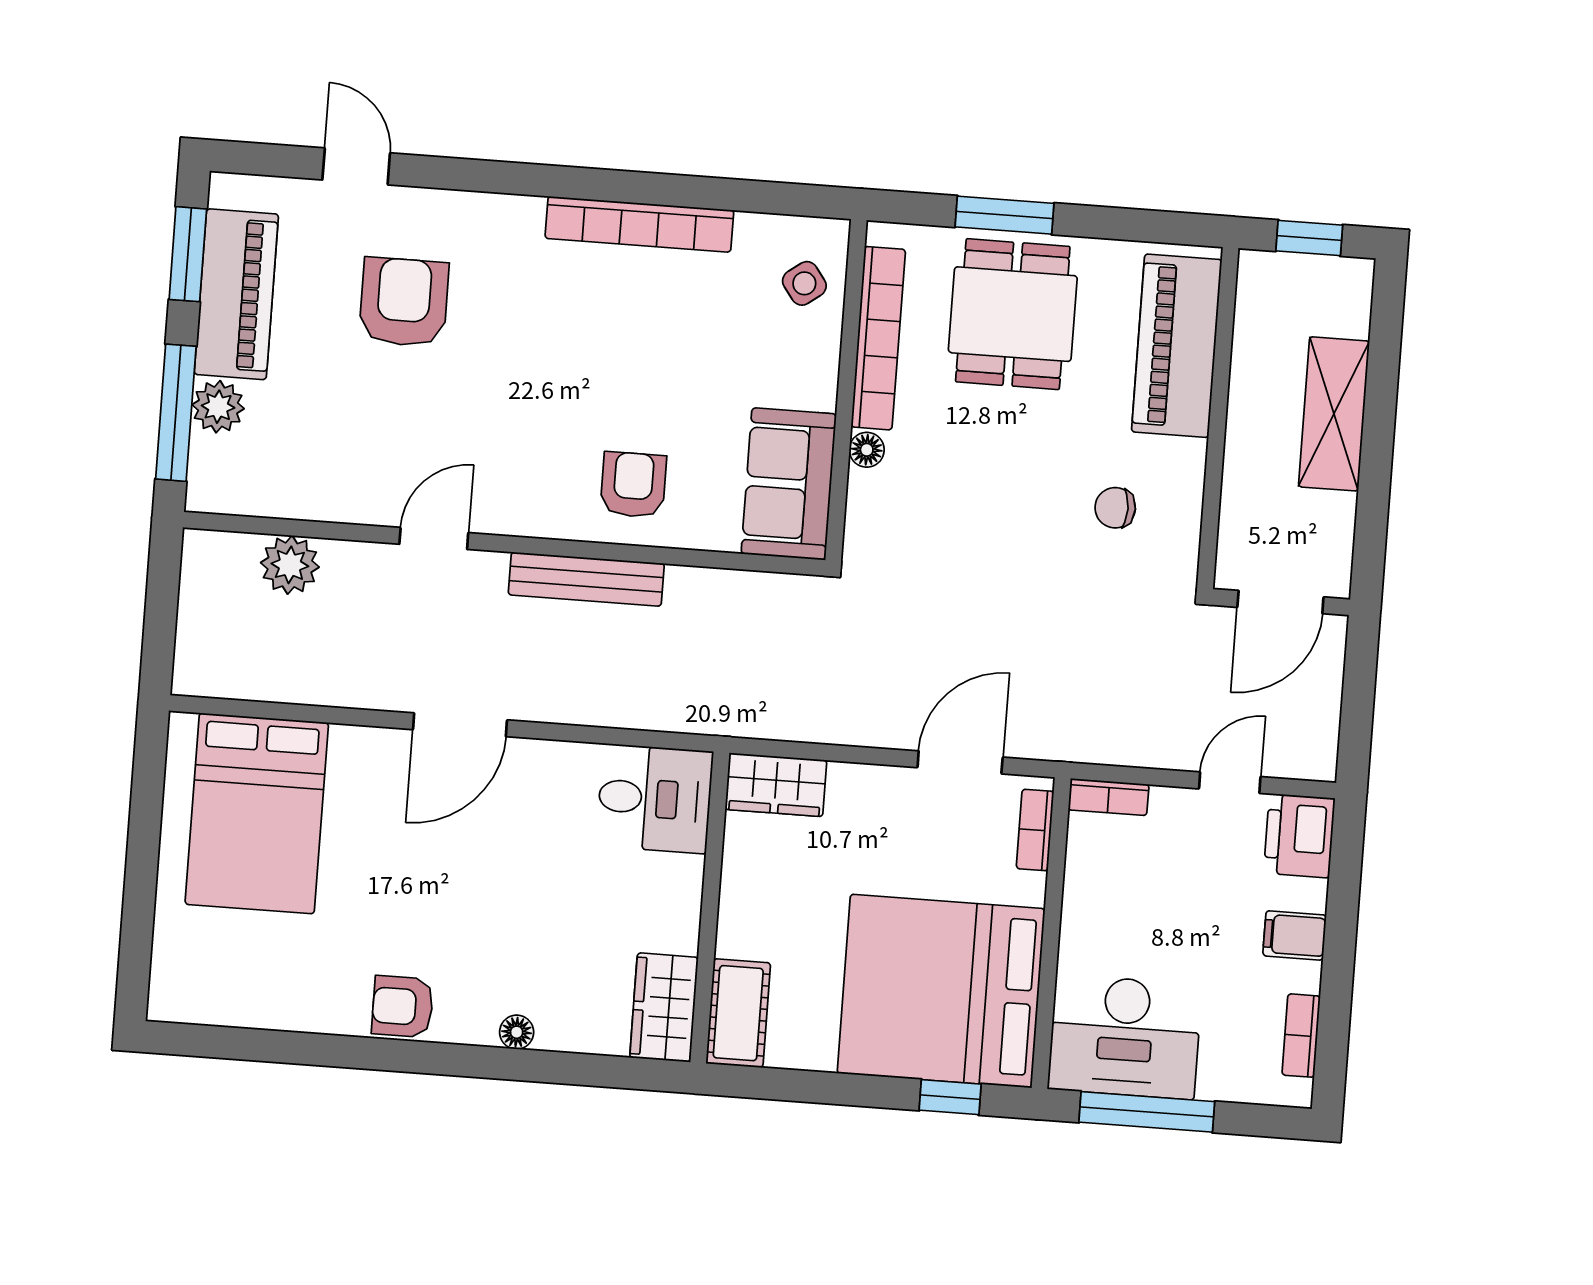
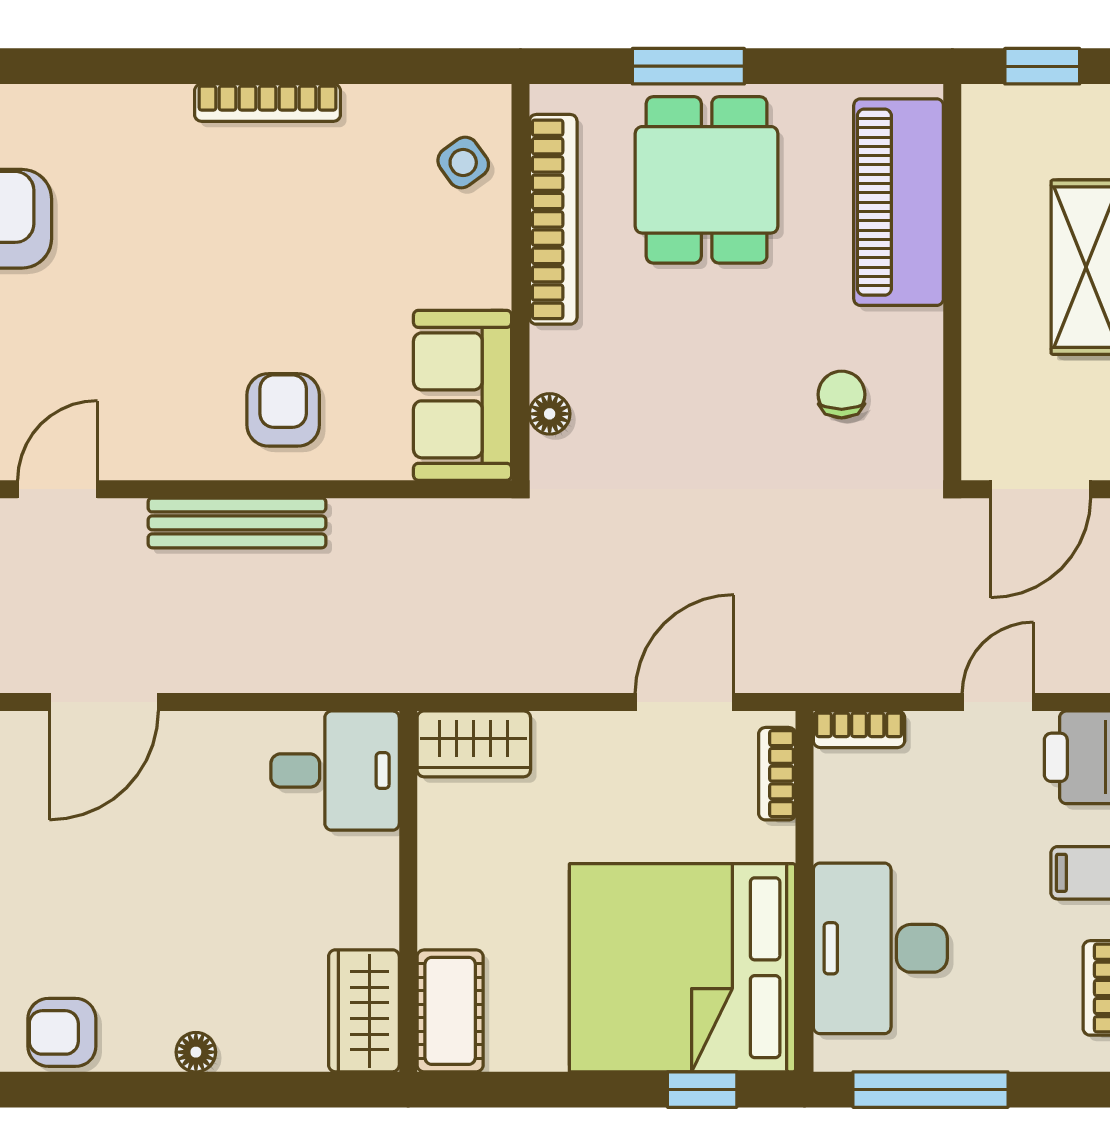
bookcase: (639, 224) -> (268, 103), width x0.68, depth x0.76
floor lamp: (867, 450) -> (550, 414), moved
chair: (1115, 508) -> (842, 394), turned 90
desk: (1125, 1037) -> (880, 948), moved, turned 90

